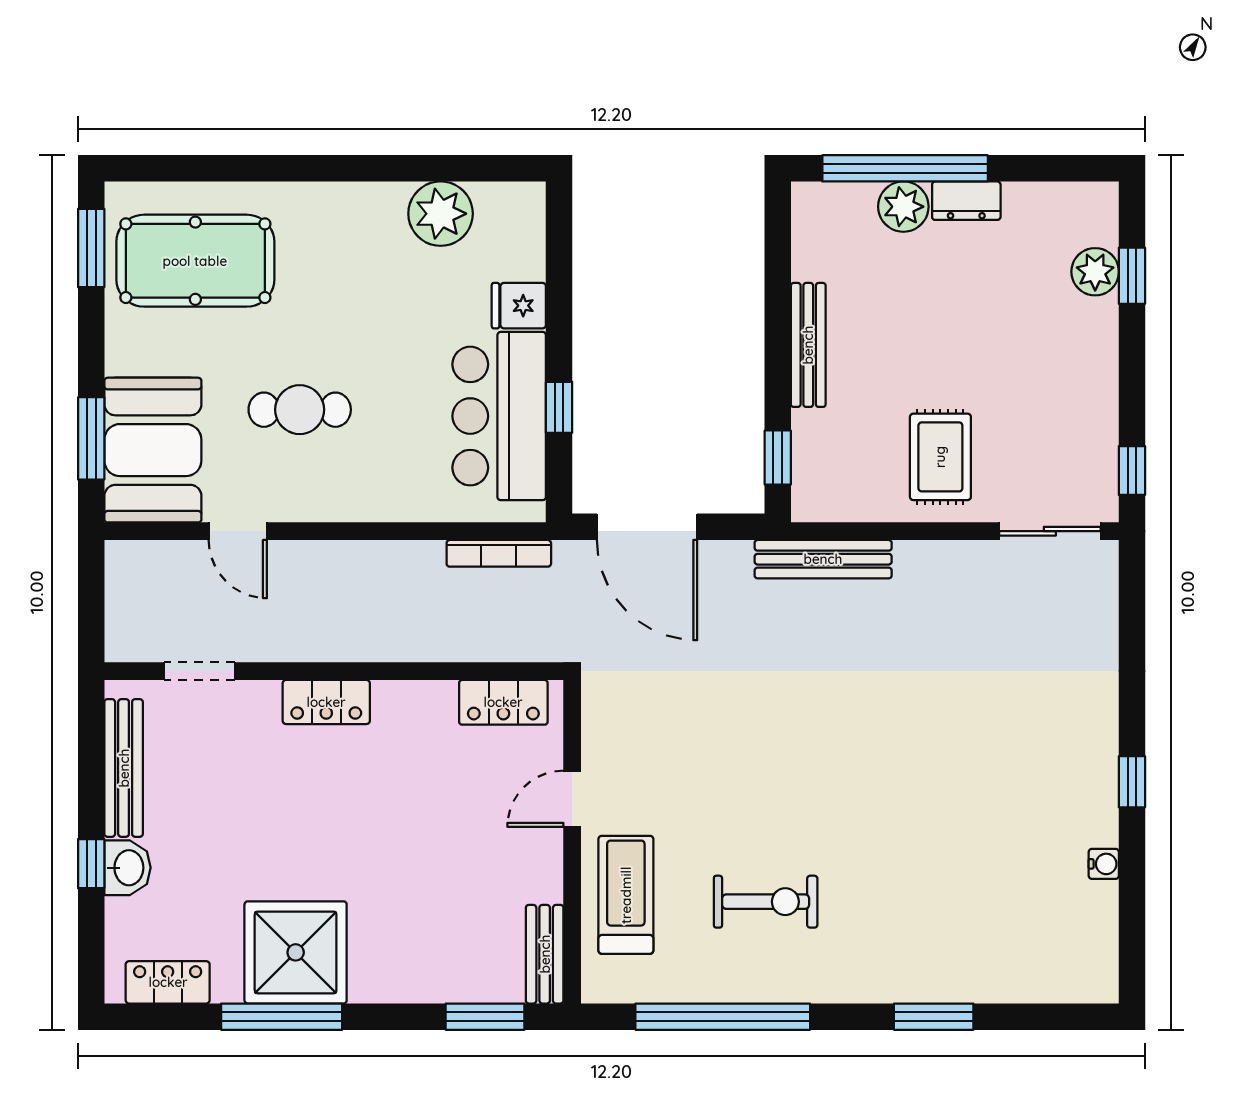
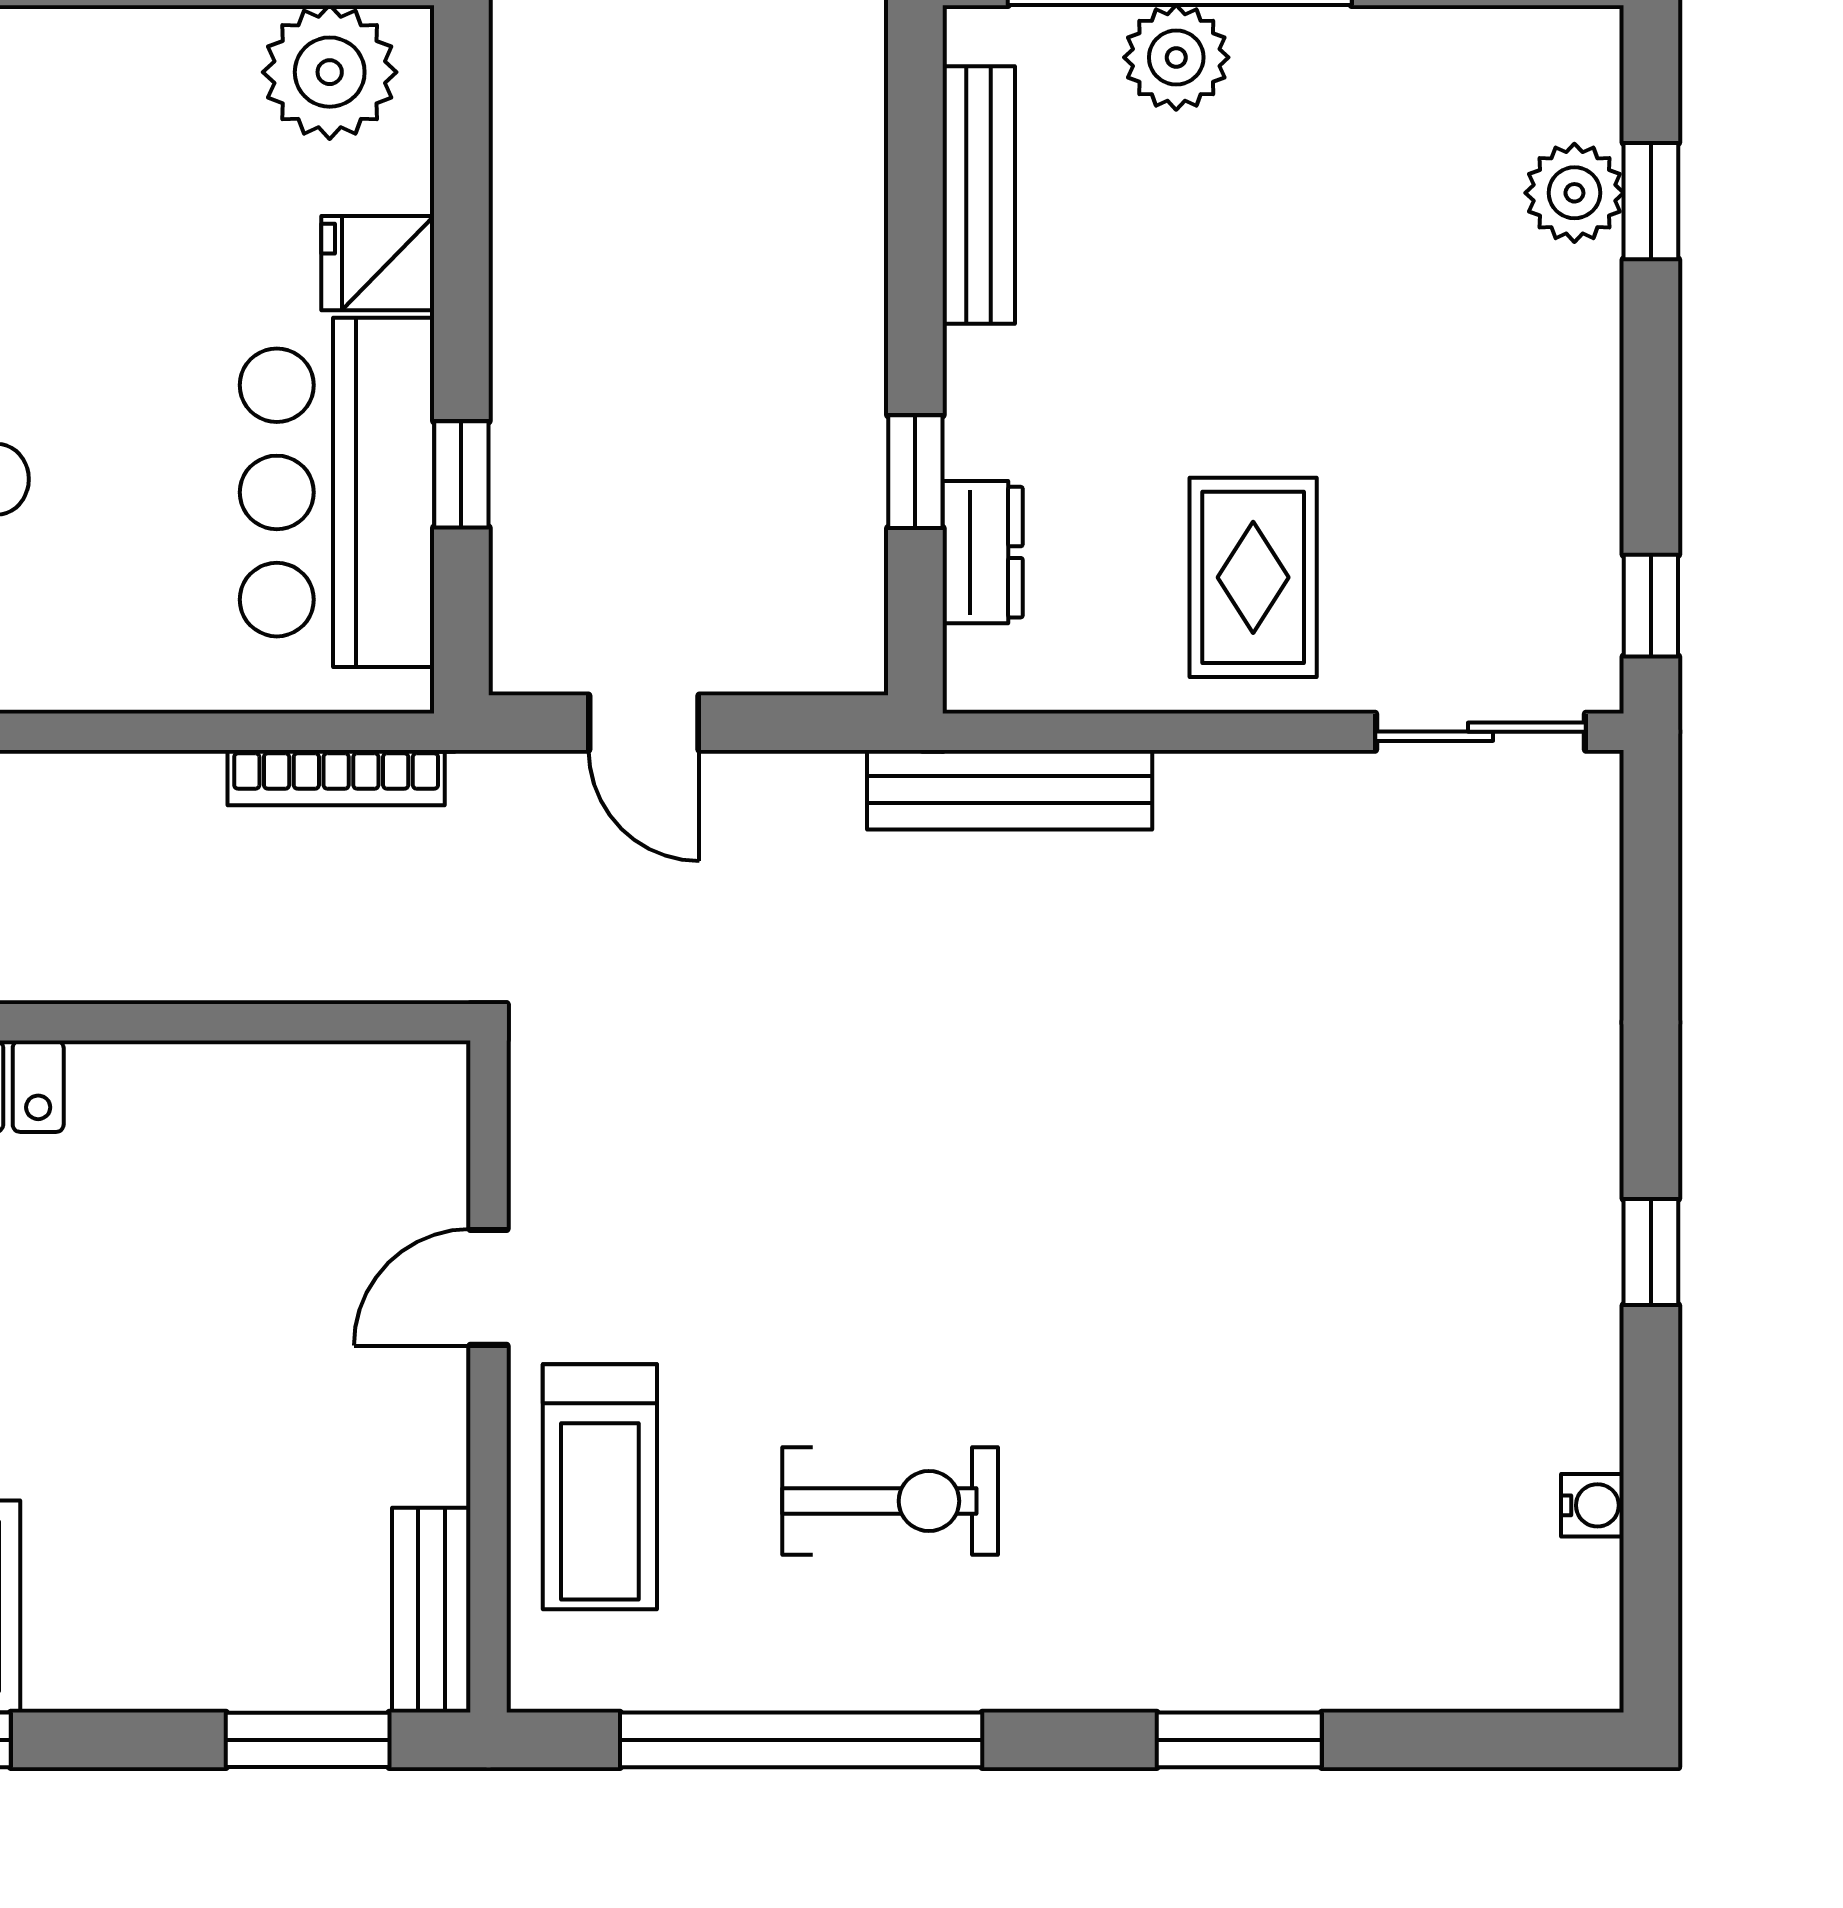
dresser: (966, 201) -> (983, 552), moved, turned -90
plant: (441, 214) -> (330, 72), moved
bench: (808, 345) -> (979, 195), moved
window: (778, 458) -> (915, 472), moved
door: (647, 527) -> (644, 723), width x0.53
locker: (503, 702) -> (346, 1087), removed
water cooler: (1104, 864) -> (1592, 1505), moved
treadmill: (626, 895) -> (600, 1487), turned 180

